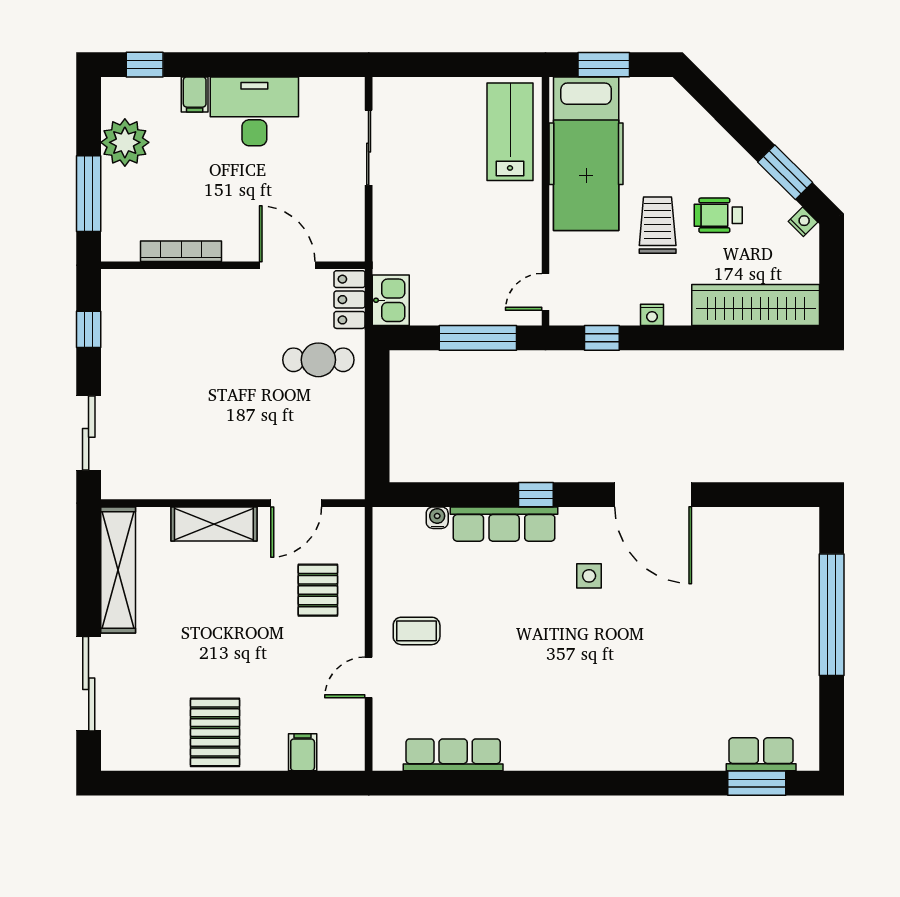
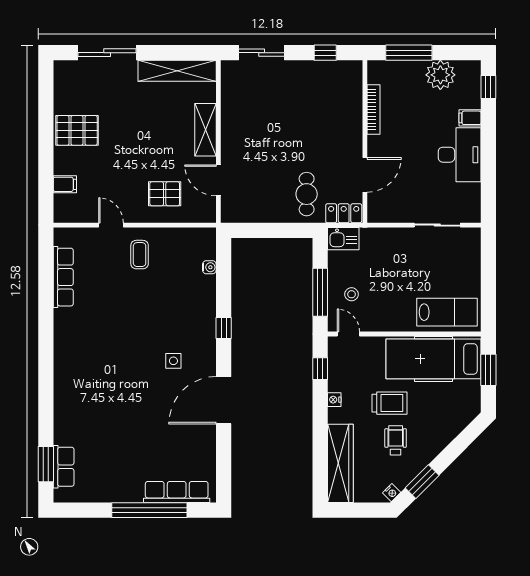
stool: (481, 287) -> (352, 294), added
row of seats: (504, 524) -> (177, 492), moved, turned 90

